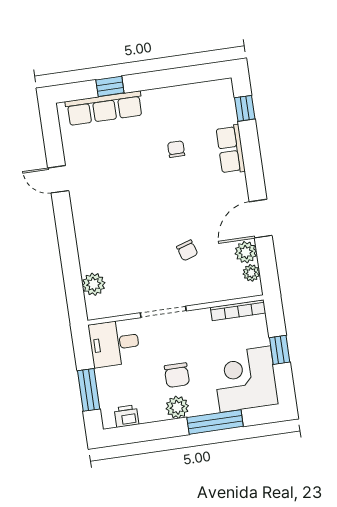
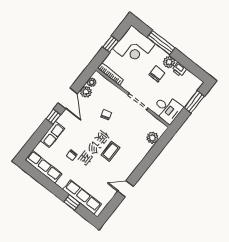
row of seats: (198, 94) -> (43, 167), added
window: (245, 108) -> (53, 117), moved
door: (58, 179) -> (126, 189), swing flipped
coffee table: (131, 208) -> (110, 151), added
door: (261, 219) -> (68, 98), hinge flipped
printer: (126, 416) -> (179, 69), moved

